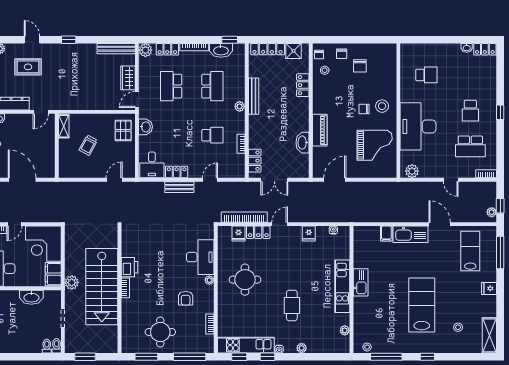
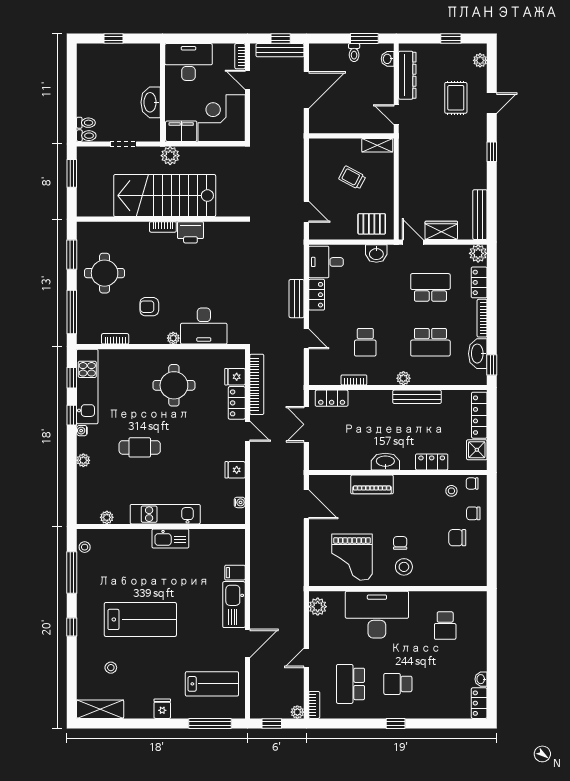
washbasin: (303, 143) -> (385, 462), moved
plant: (492, 212) -> (297, 712), moved

